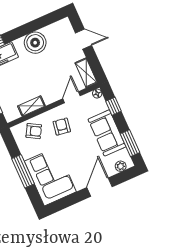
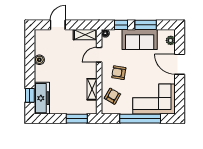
boiler: (35, 43) -> (39, 60), width x0.54, depth x0.54
door: (71, 97) -> (99, 55), hinge flipped
window: (130, 143) -> (146, 25), moved
window: (23, 171) -> (140, 119), width x1.46

